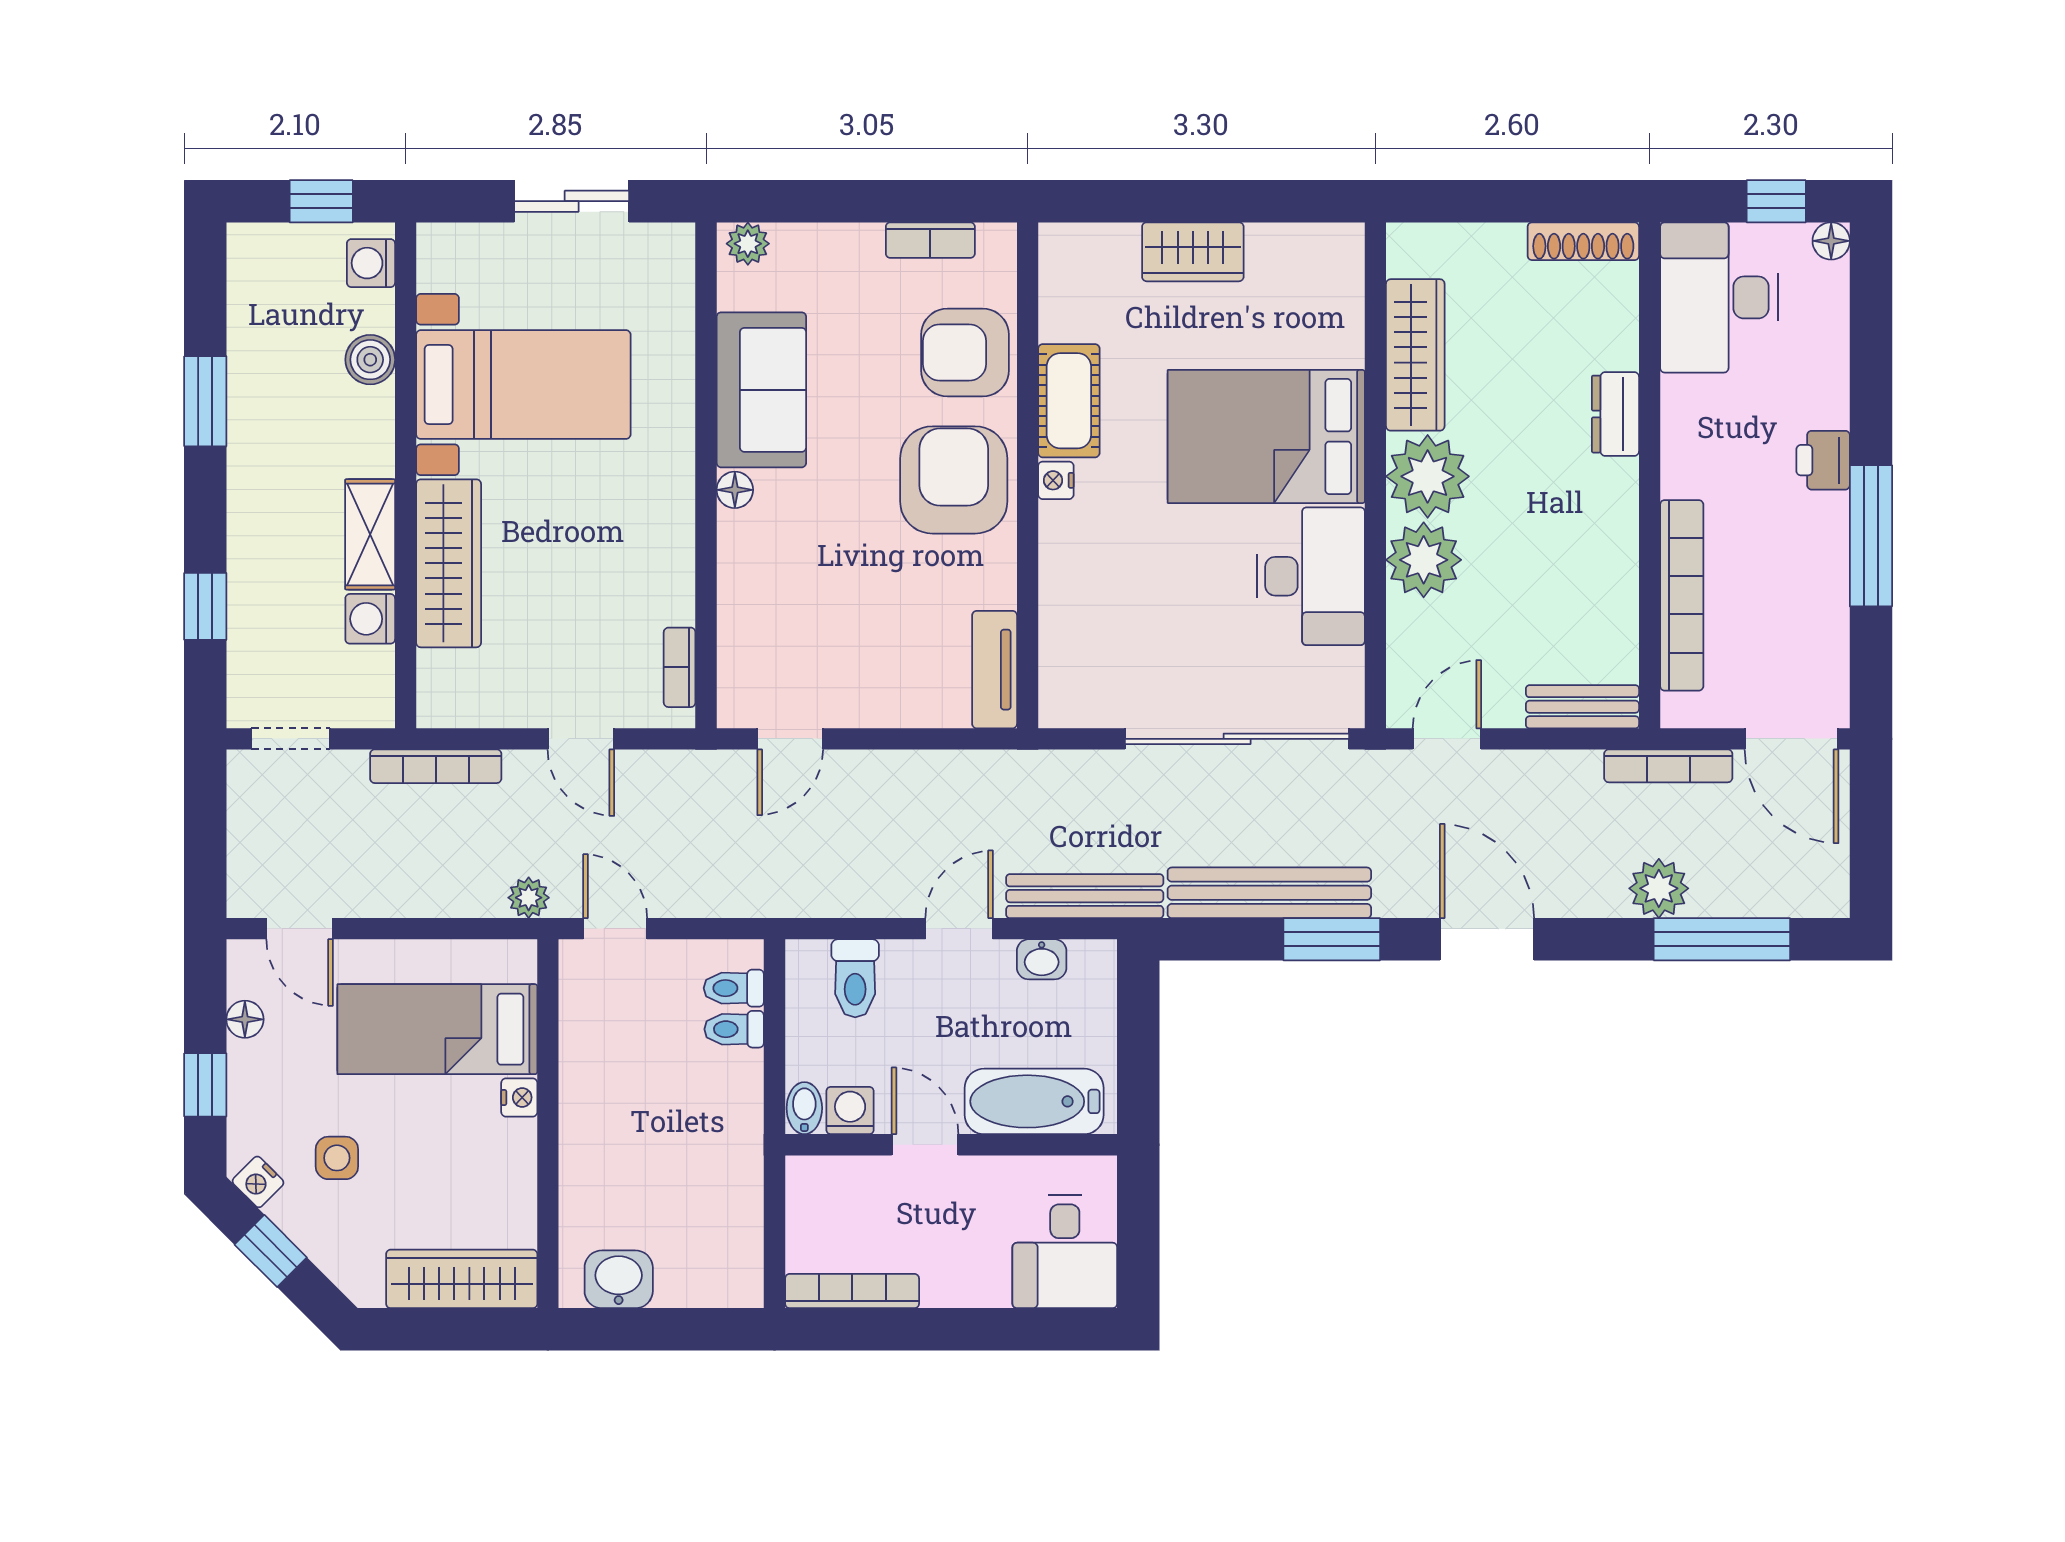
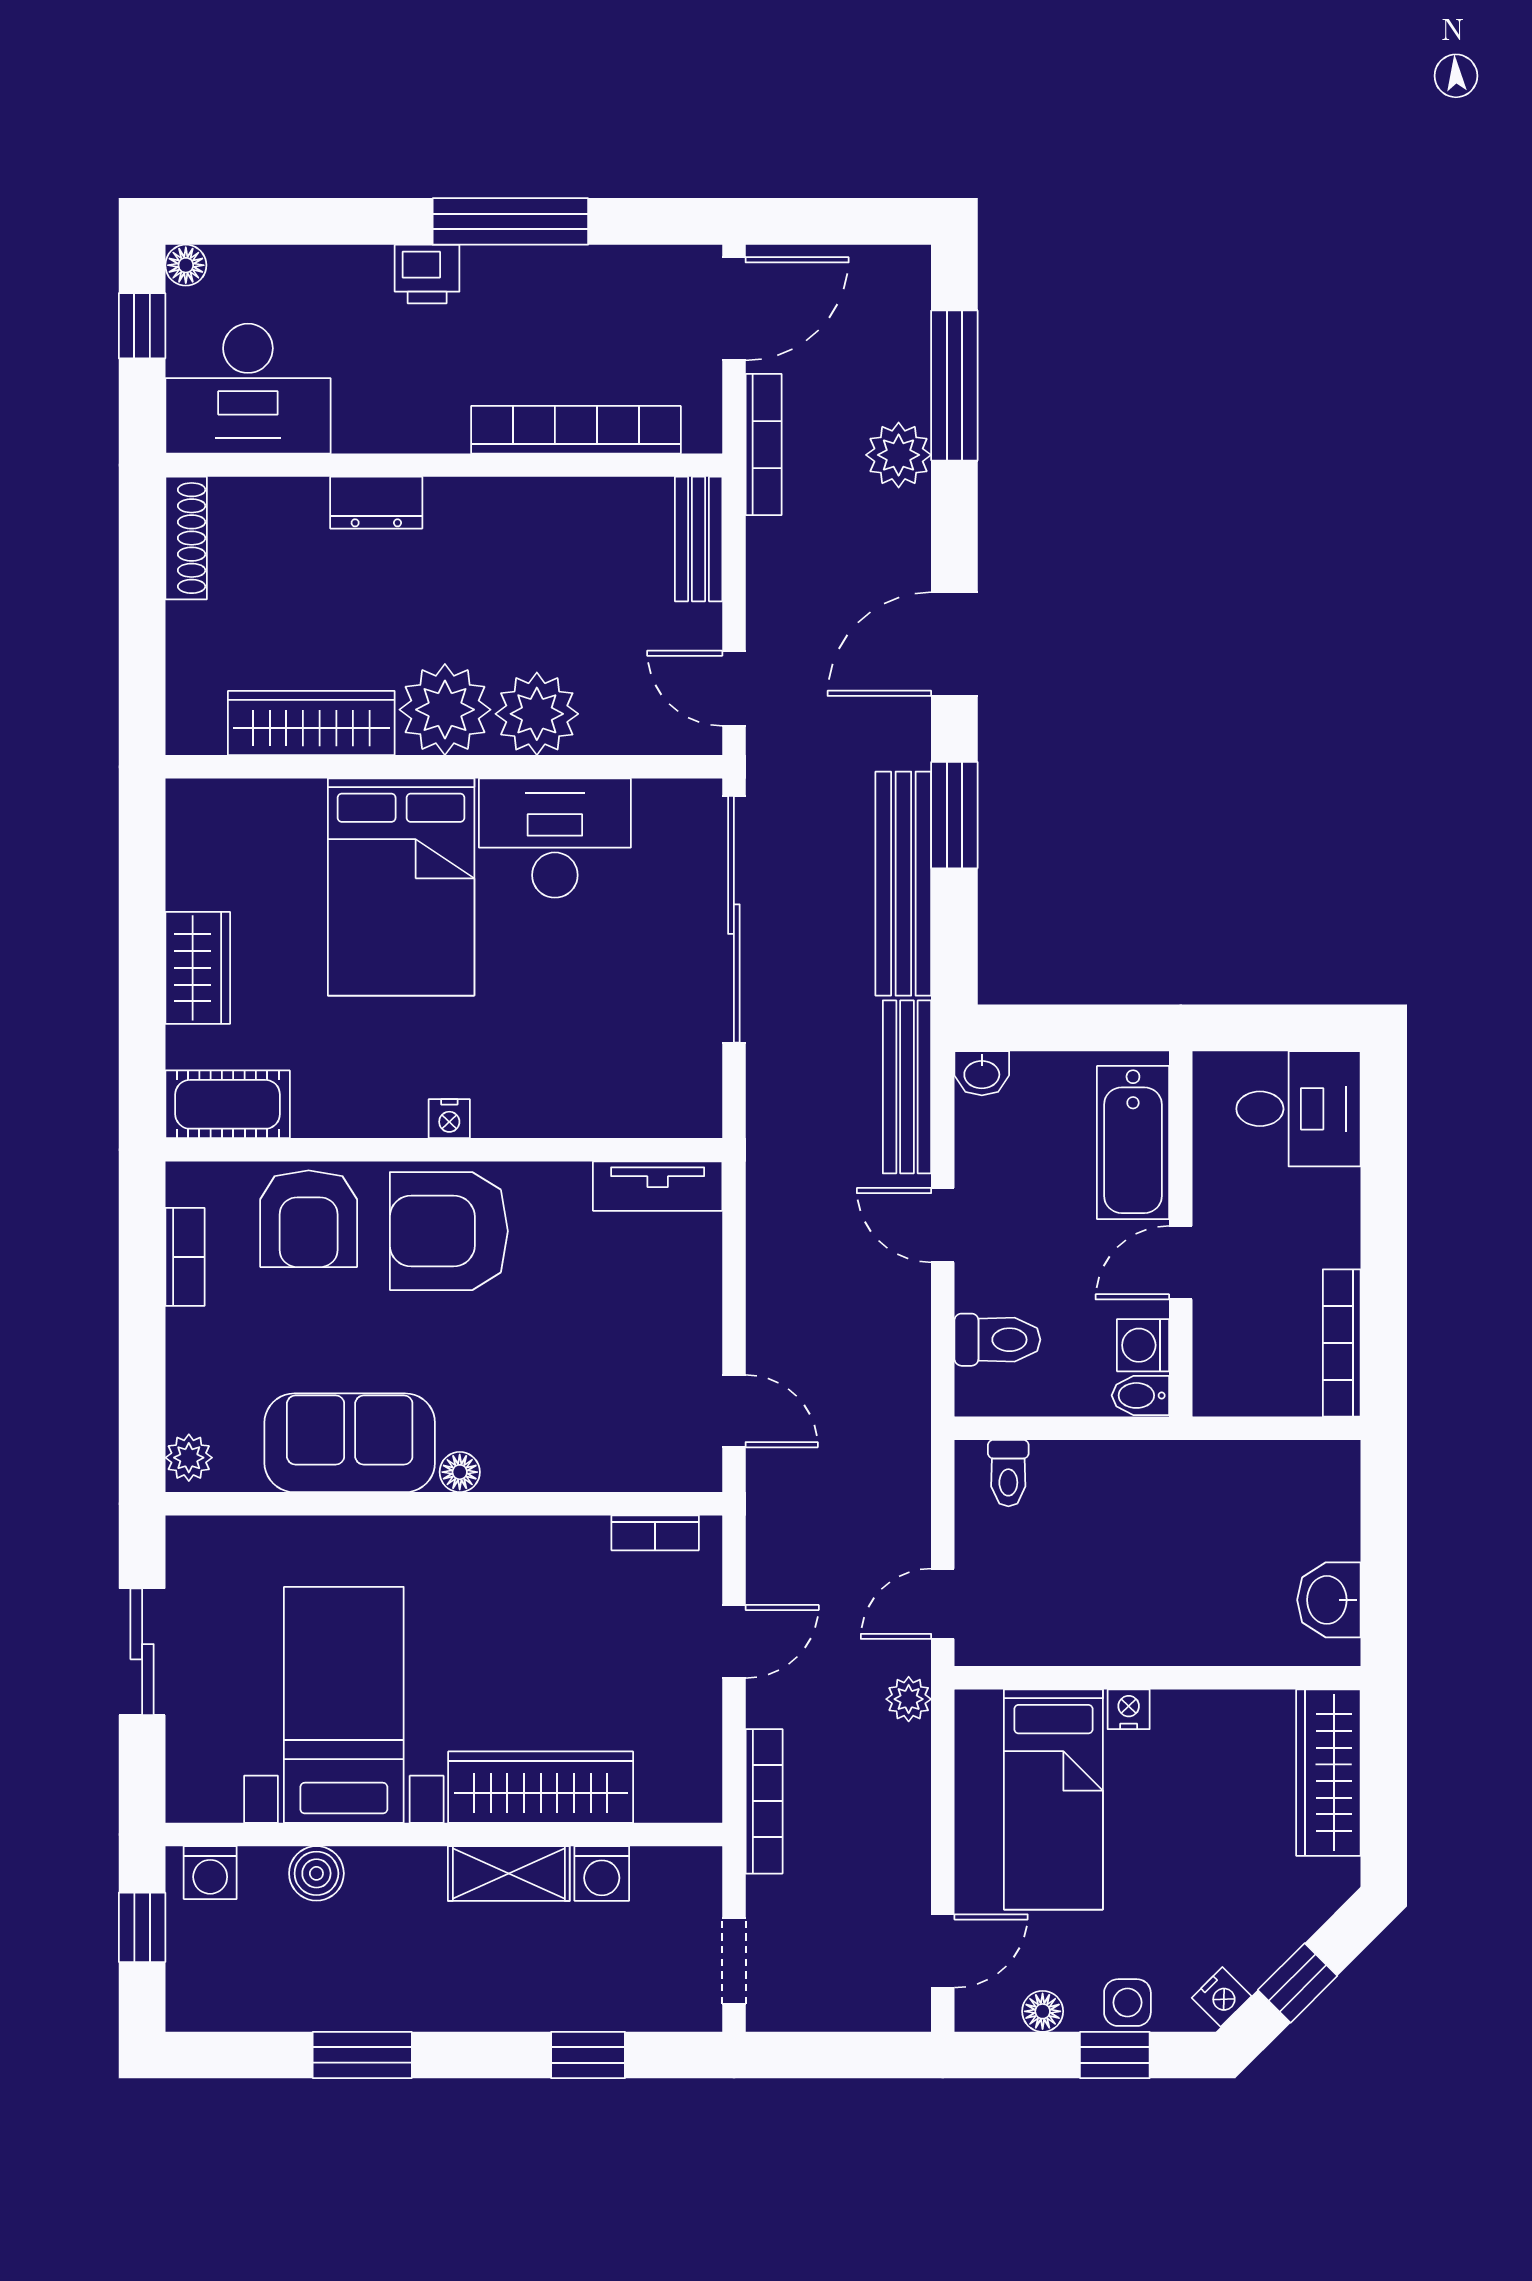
cot: (1069, 401) -> (228, 1104), moved
washbasin: (1042, 959) -> (982, 1073), moved, turned 90
toilet: (734, 1029) -> (1053, 1473), removed
side table: (337, 1158) -> (1127, 2003), moved

